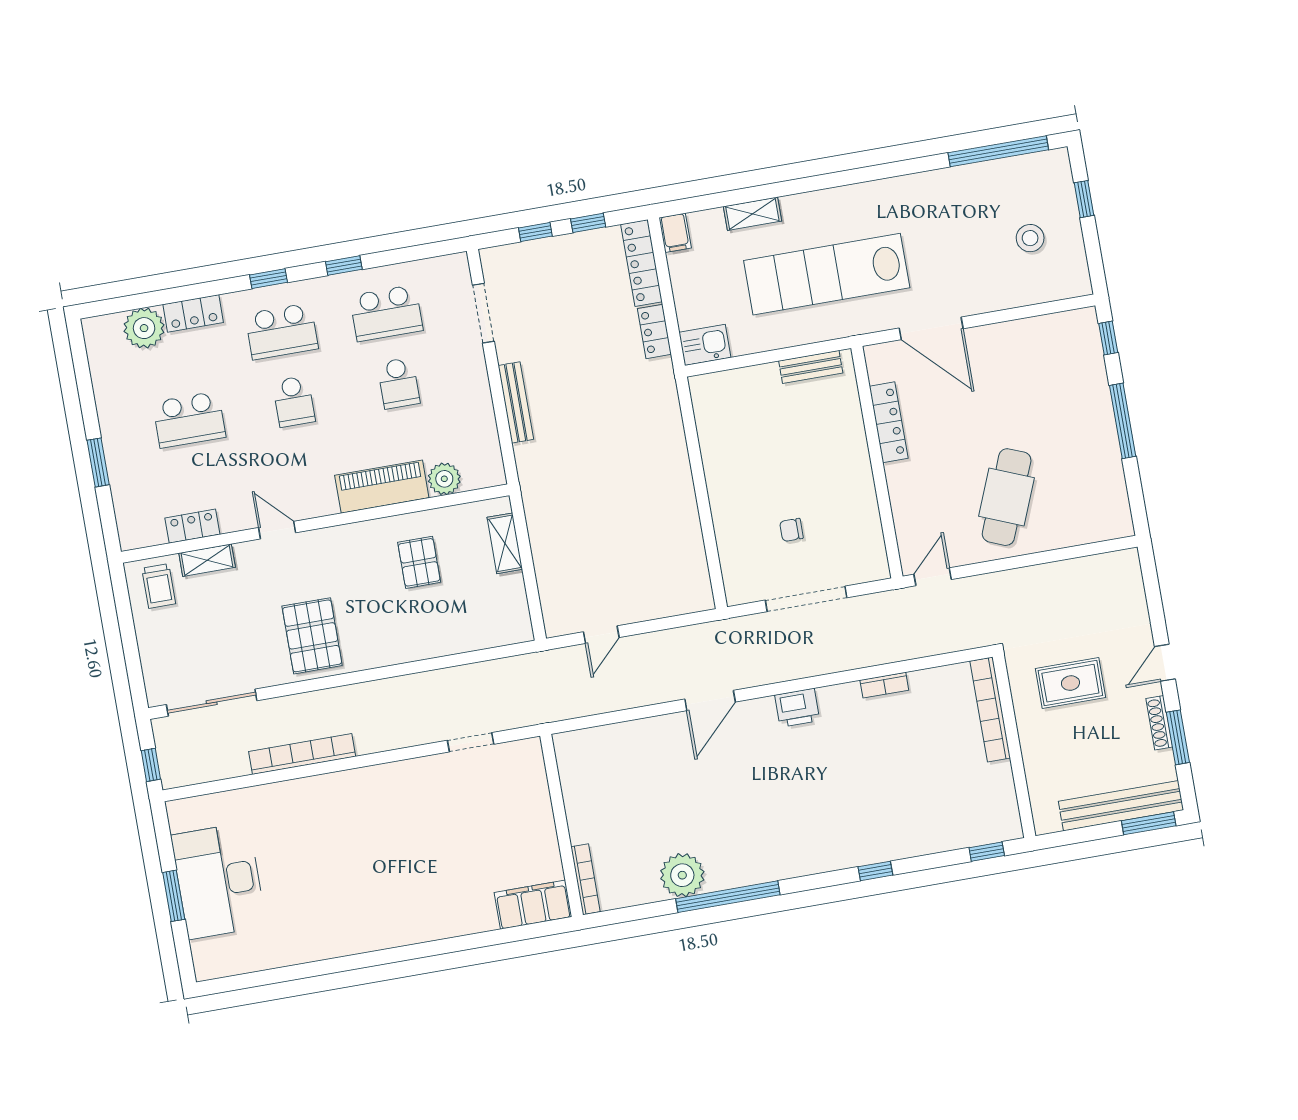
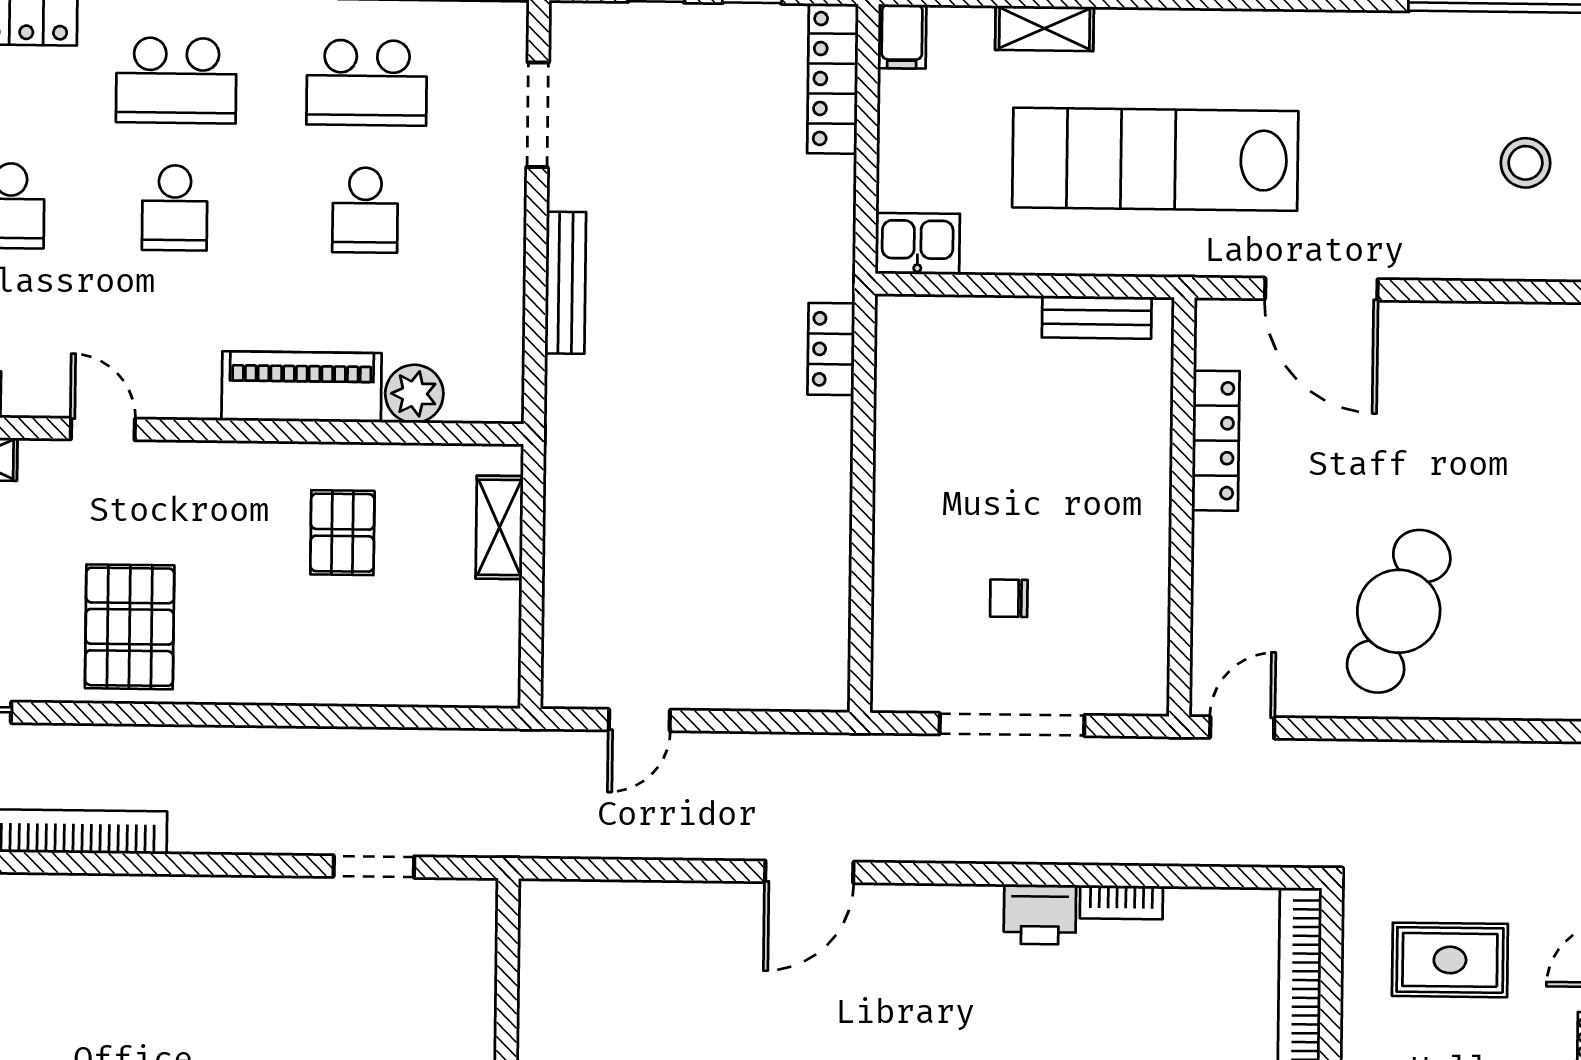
locker: (654, 331) -> (831, 349), moved
printer: (797, 708) -> (1040, 914), moved

